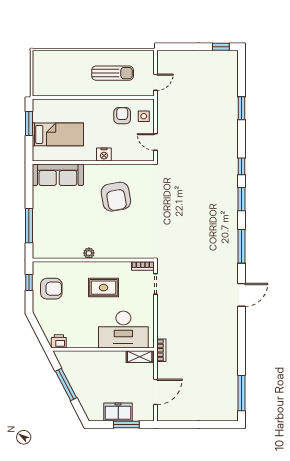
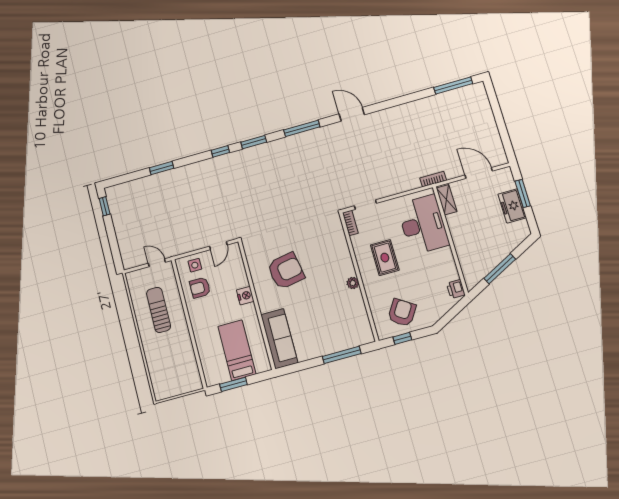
armchair: (51, 289) -> (402, 313), turned 33

